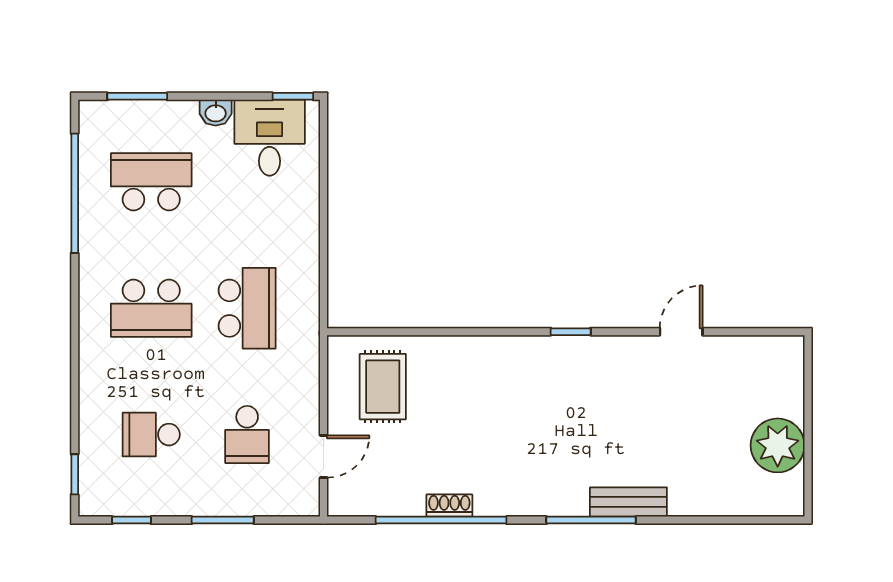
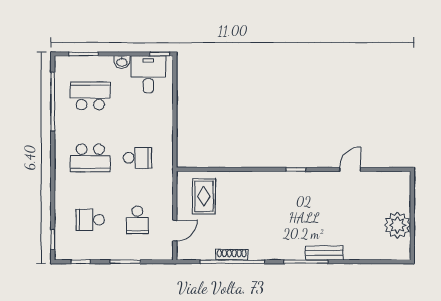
school desk: (247, 308) -> (137, 158), width x0.54
shoe rack: (449, 506) -> (232, 255), width x1.43

